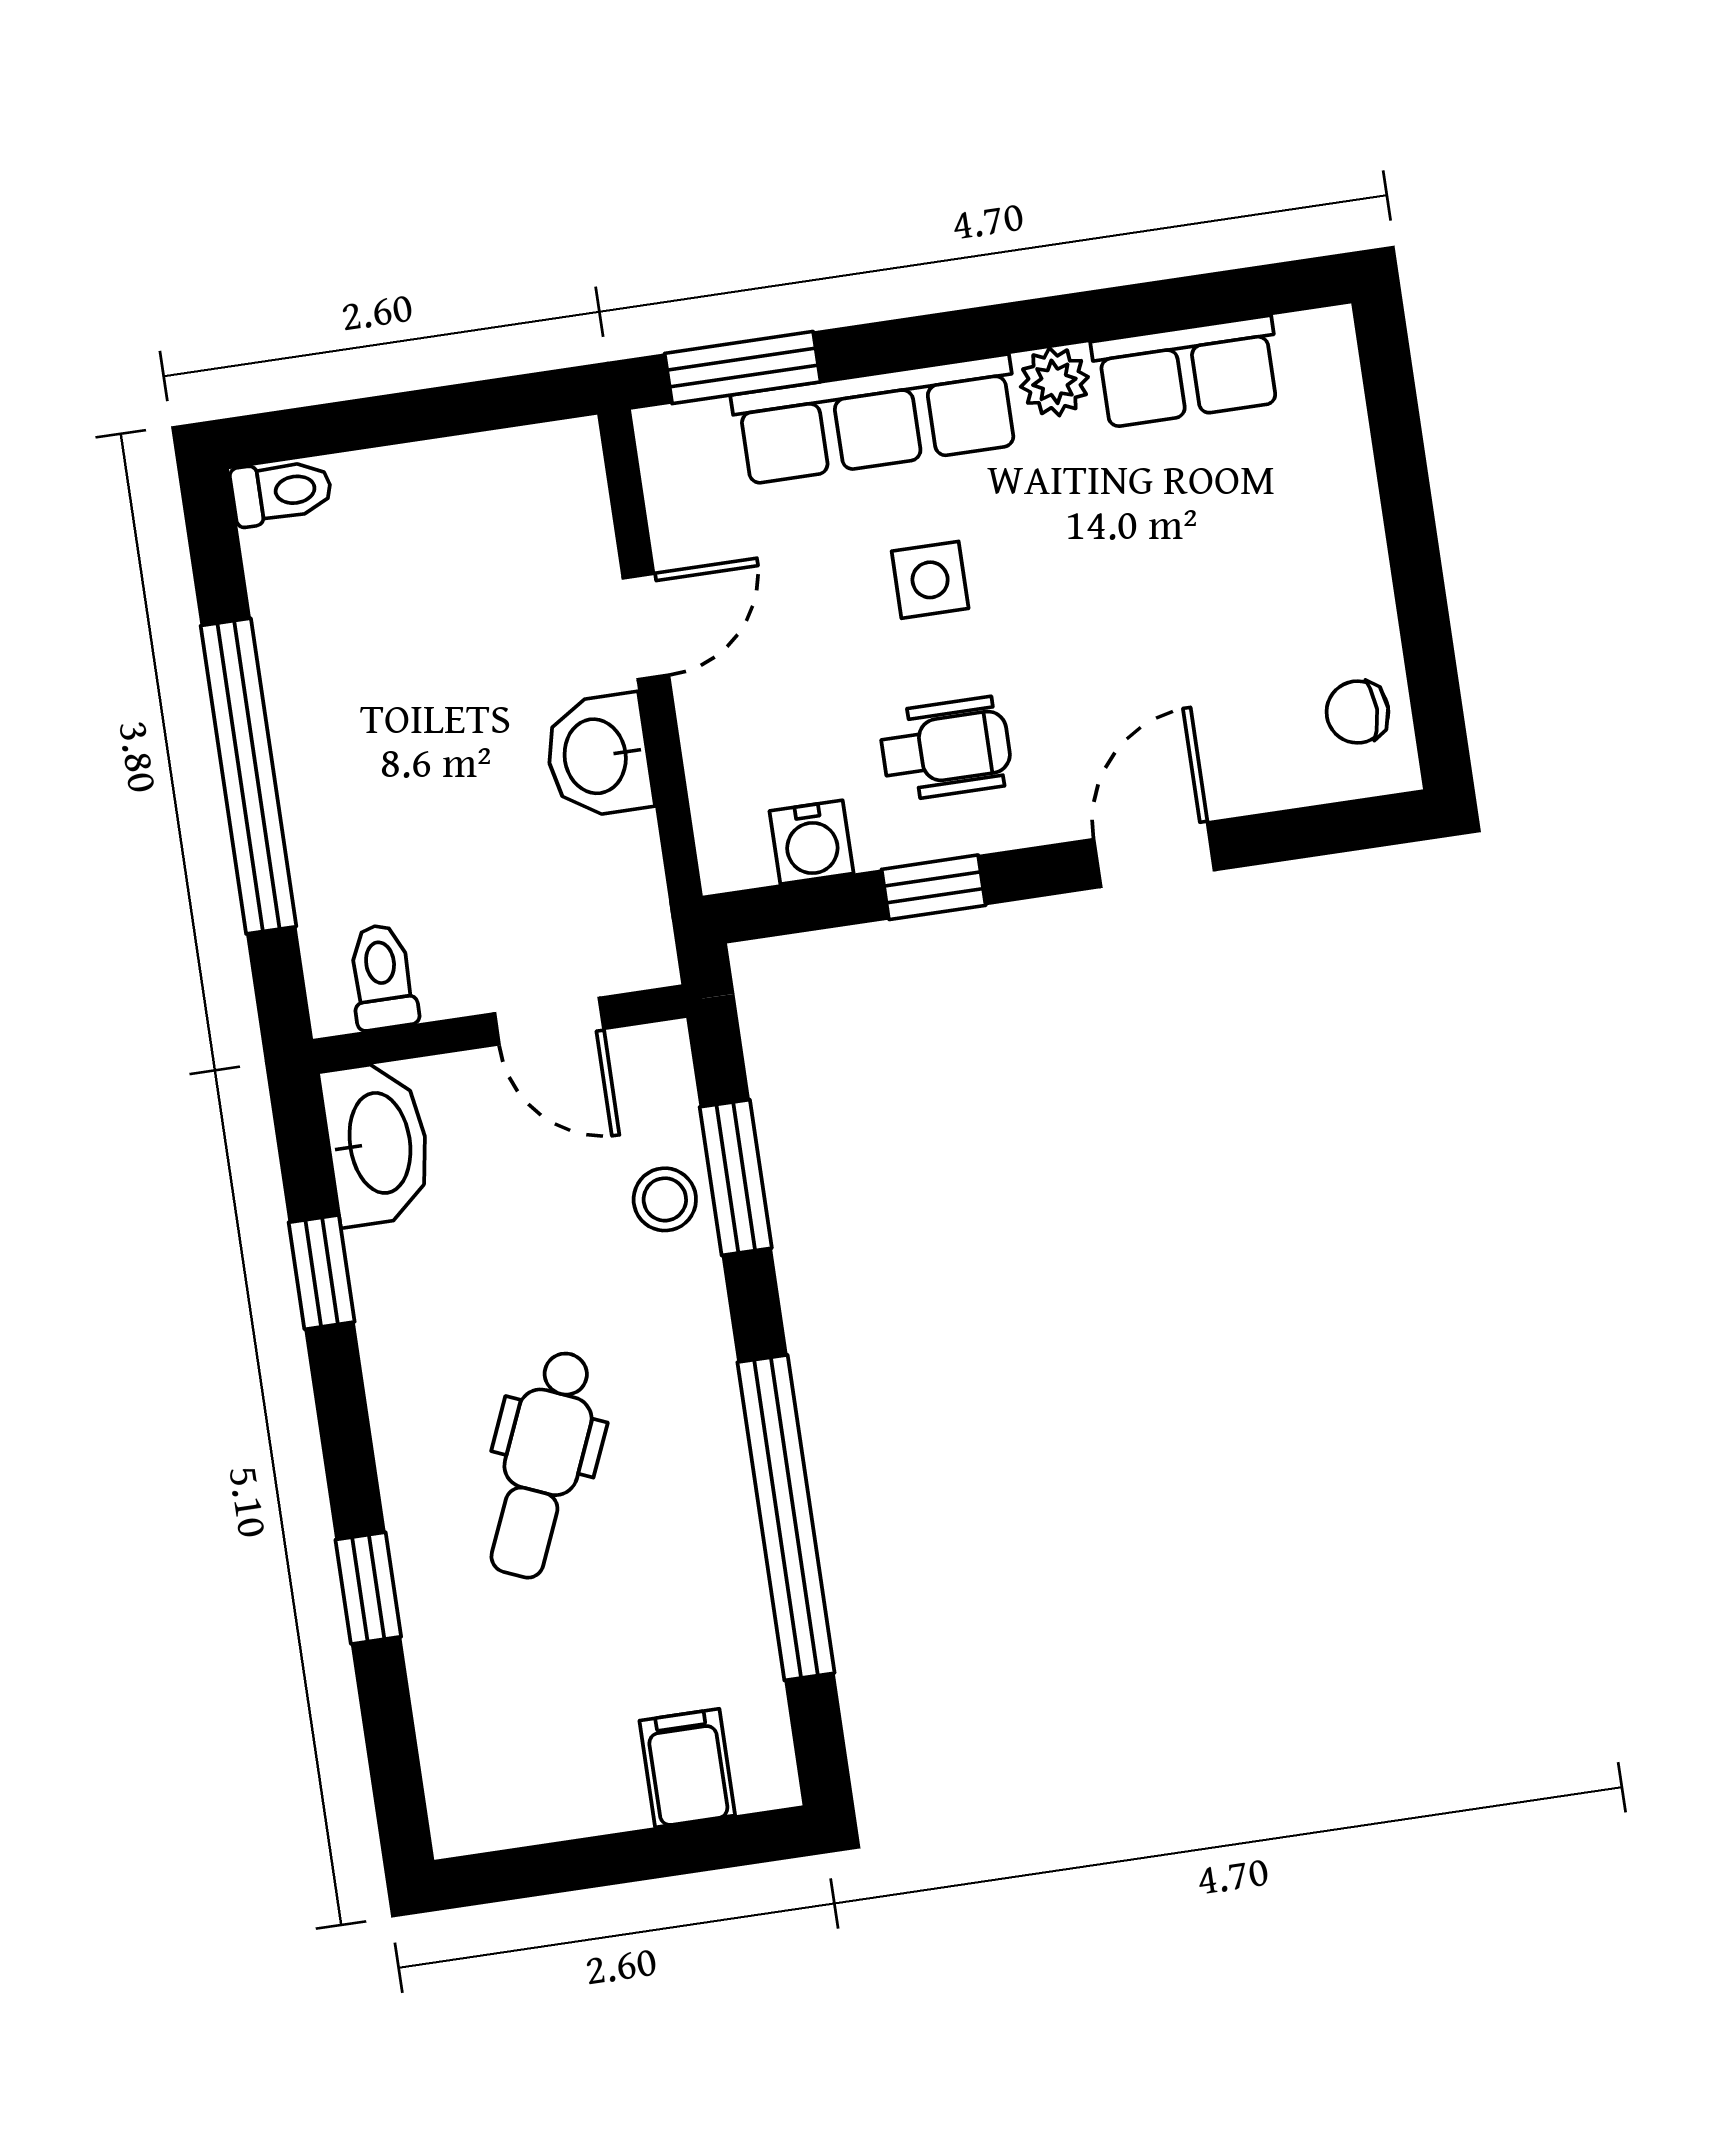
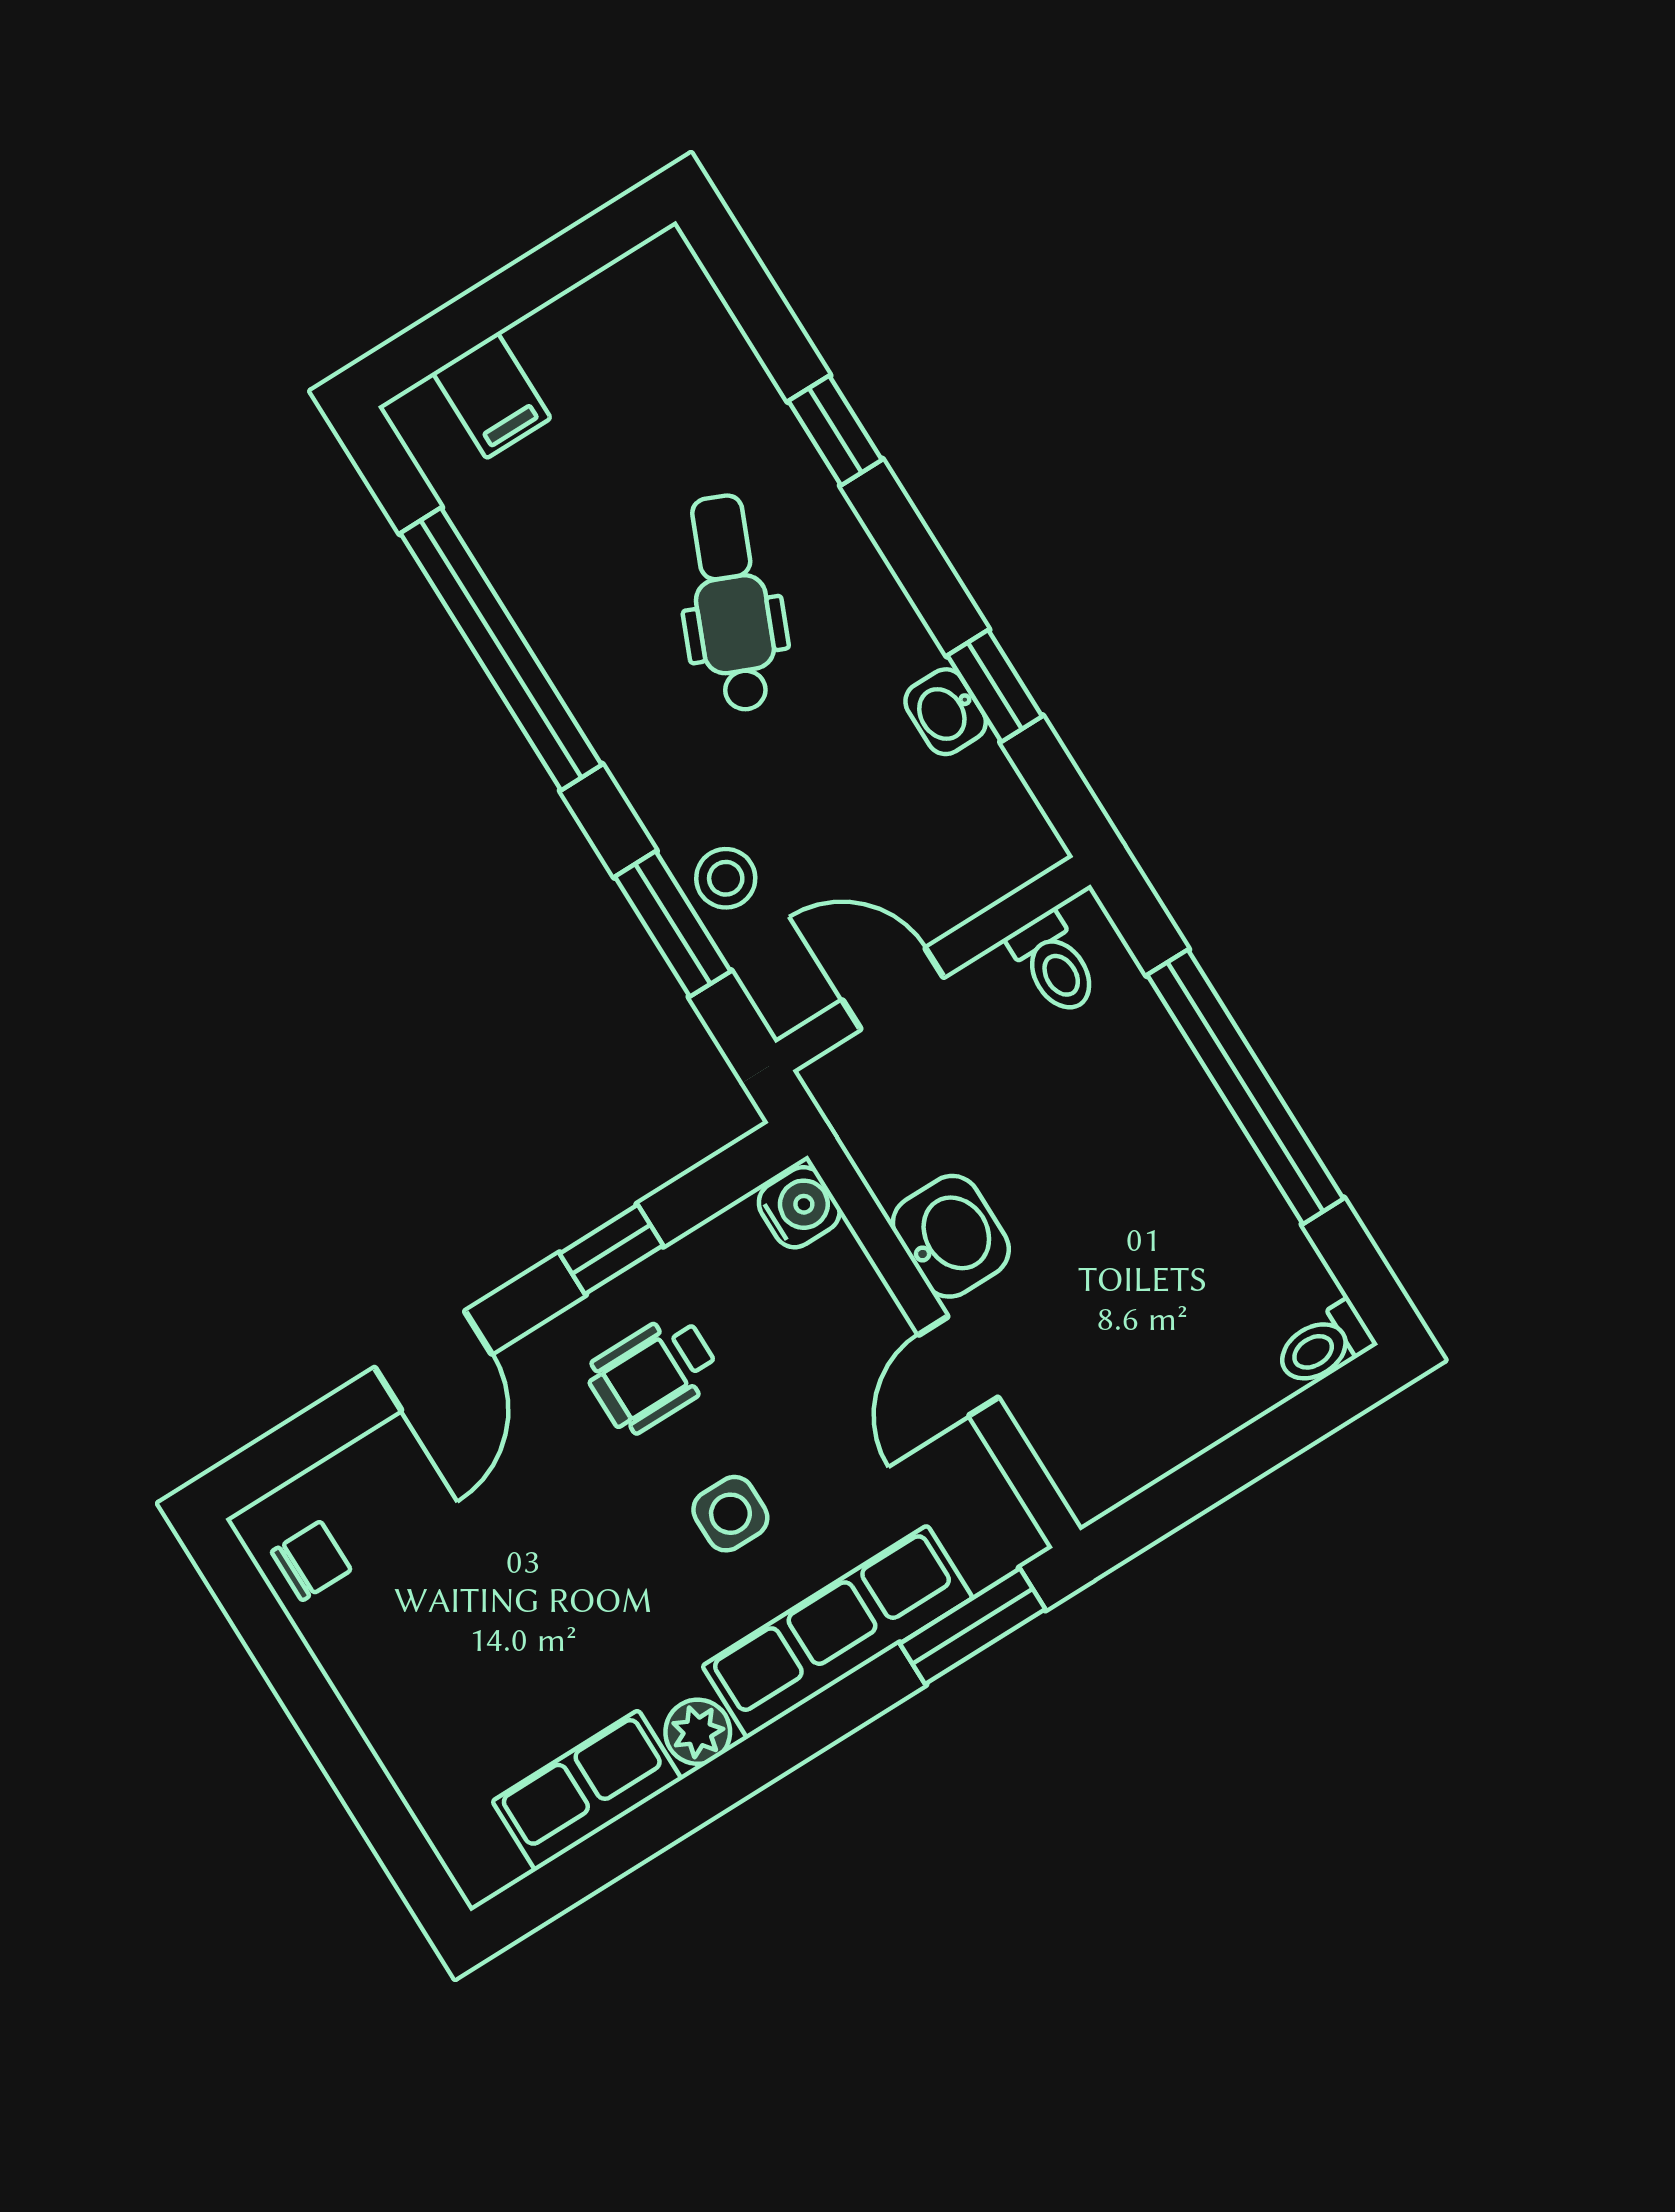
water cooler: (812, 842) -> (799, 1207), moved, turned 90
washbasin: (377, 1143) -> (946, 712), moved, width x0.52, depth x0.69

